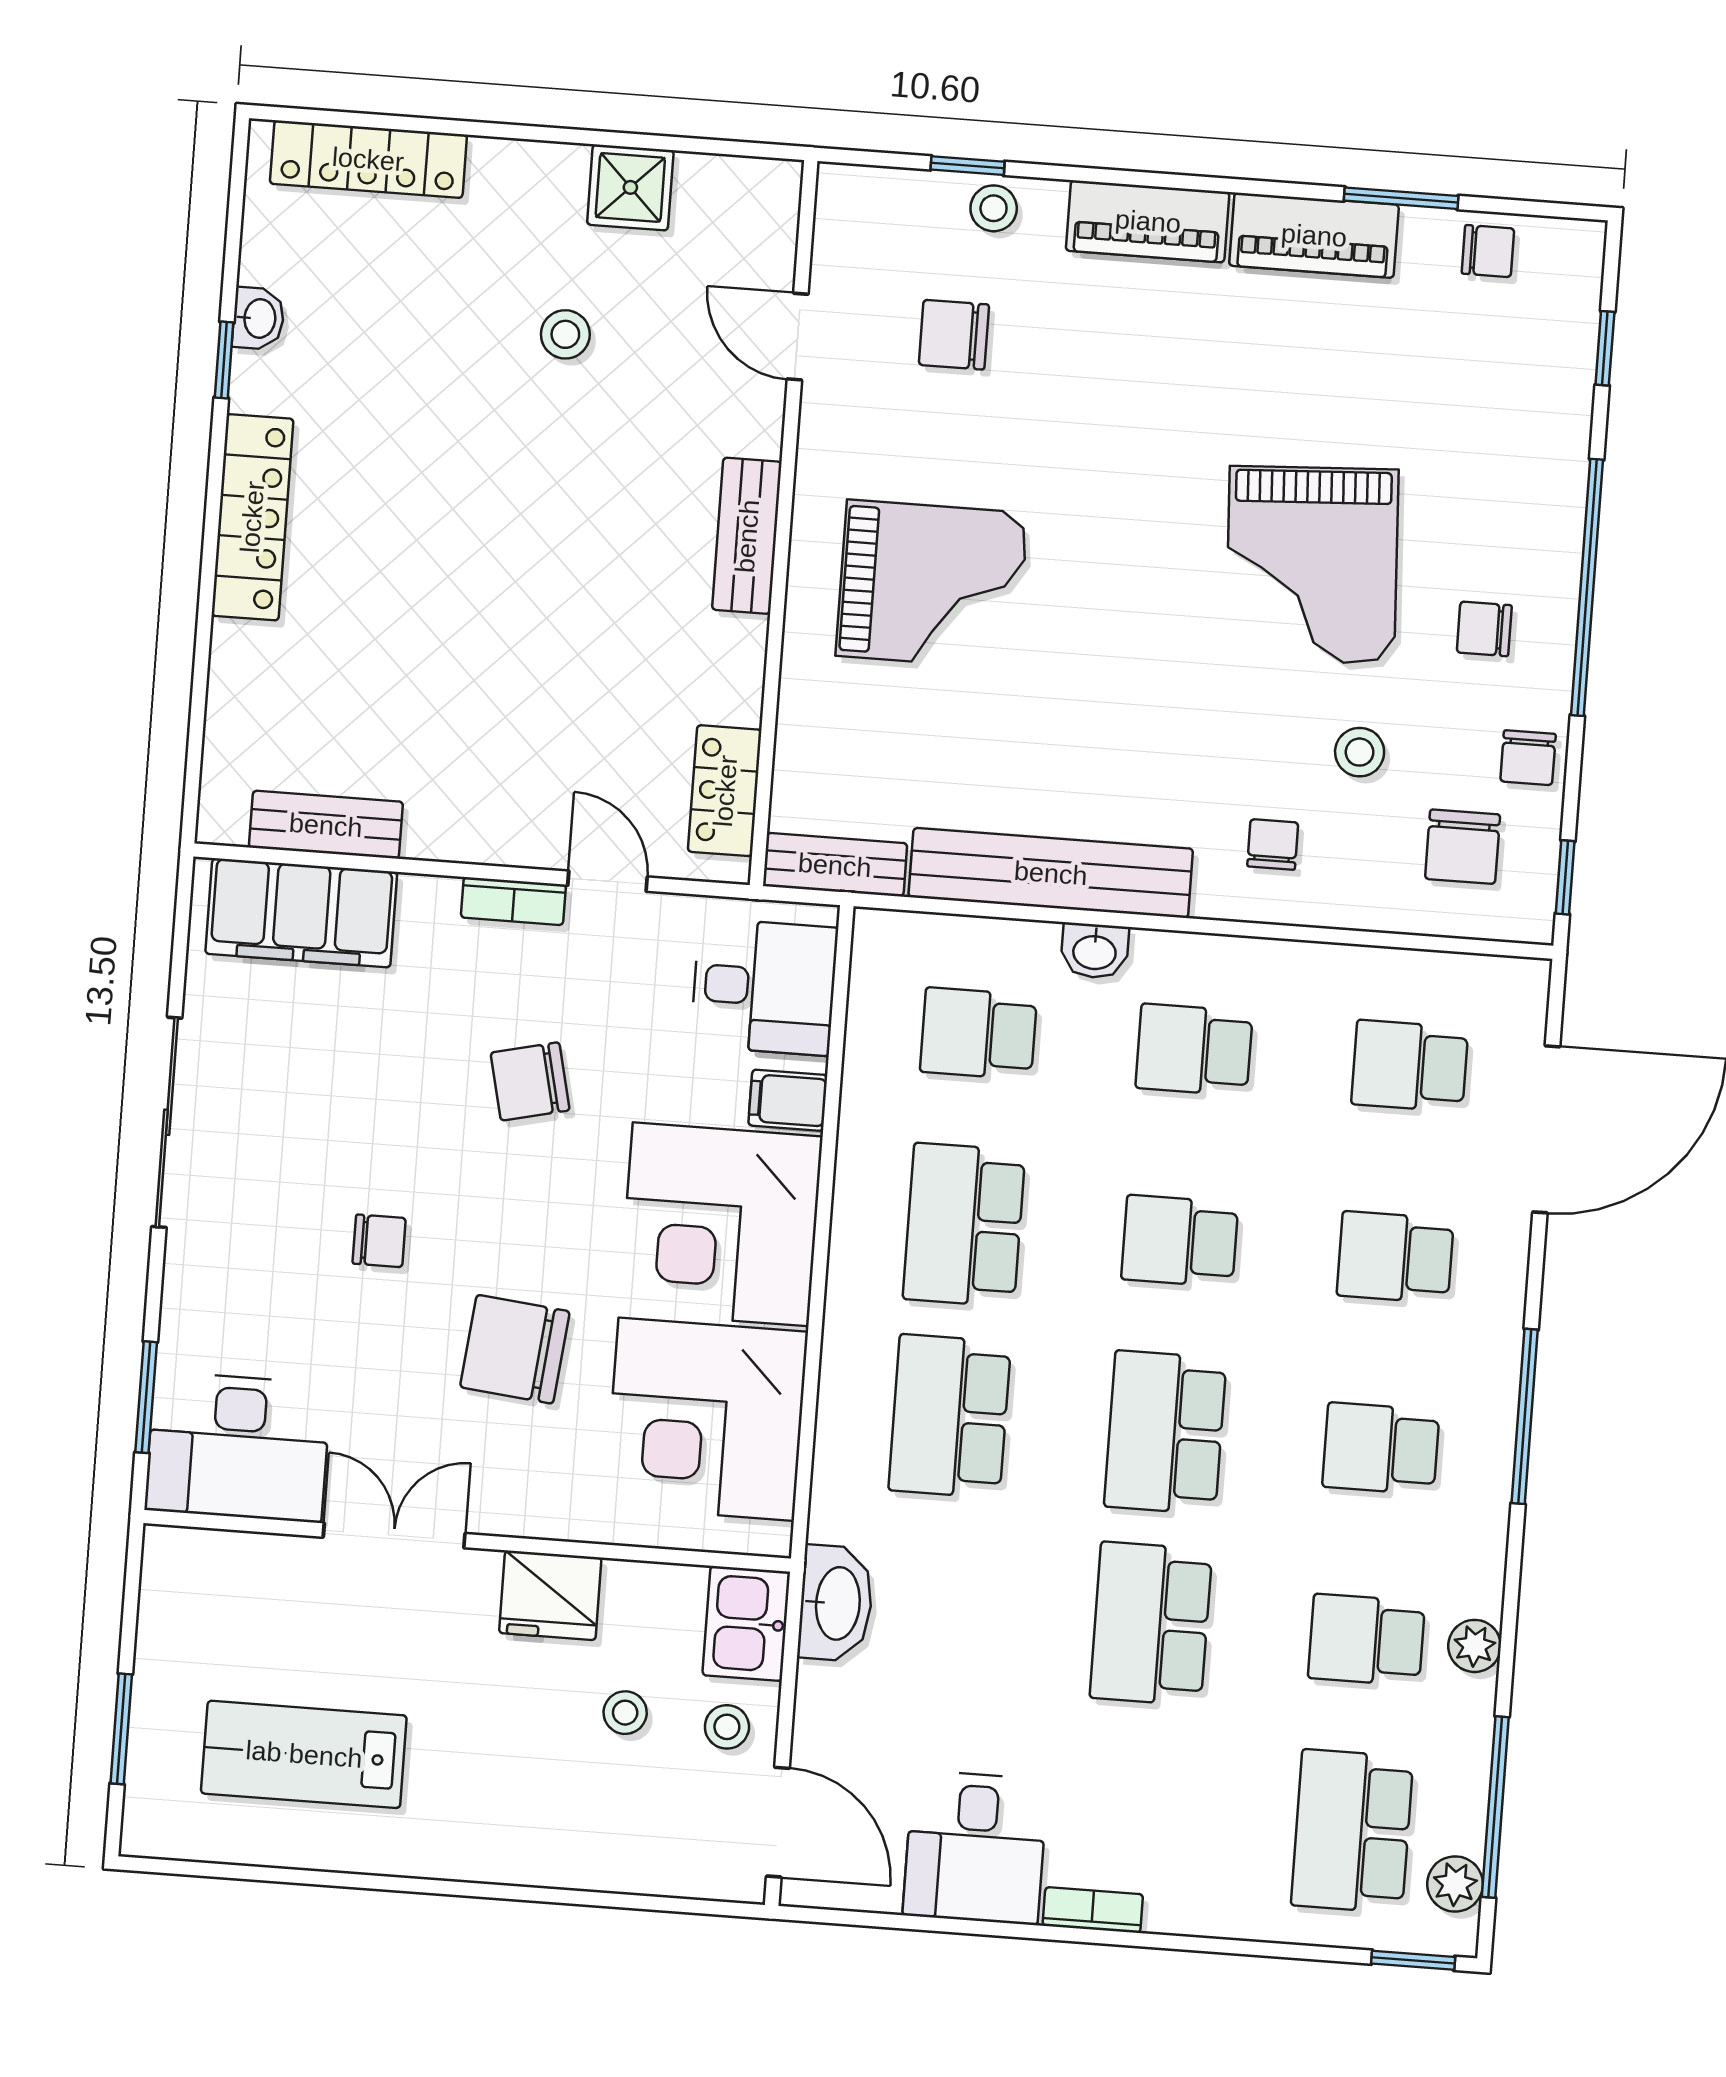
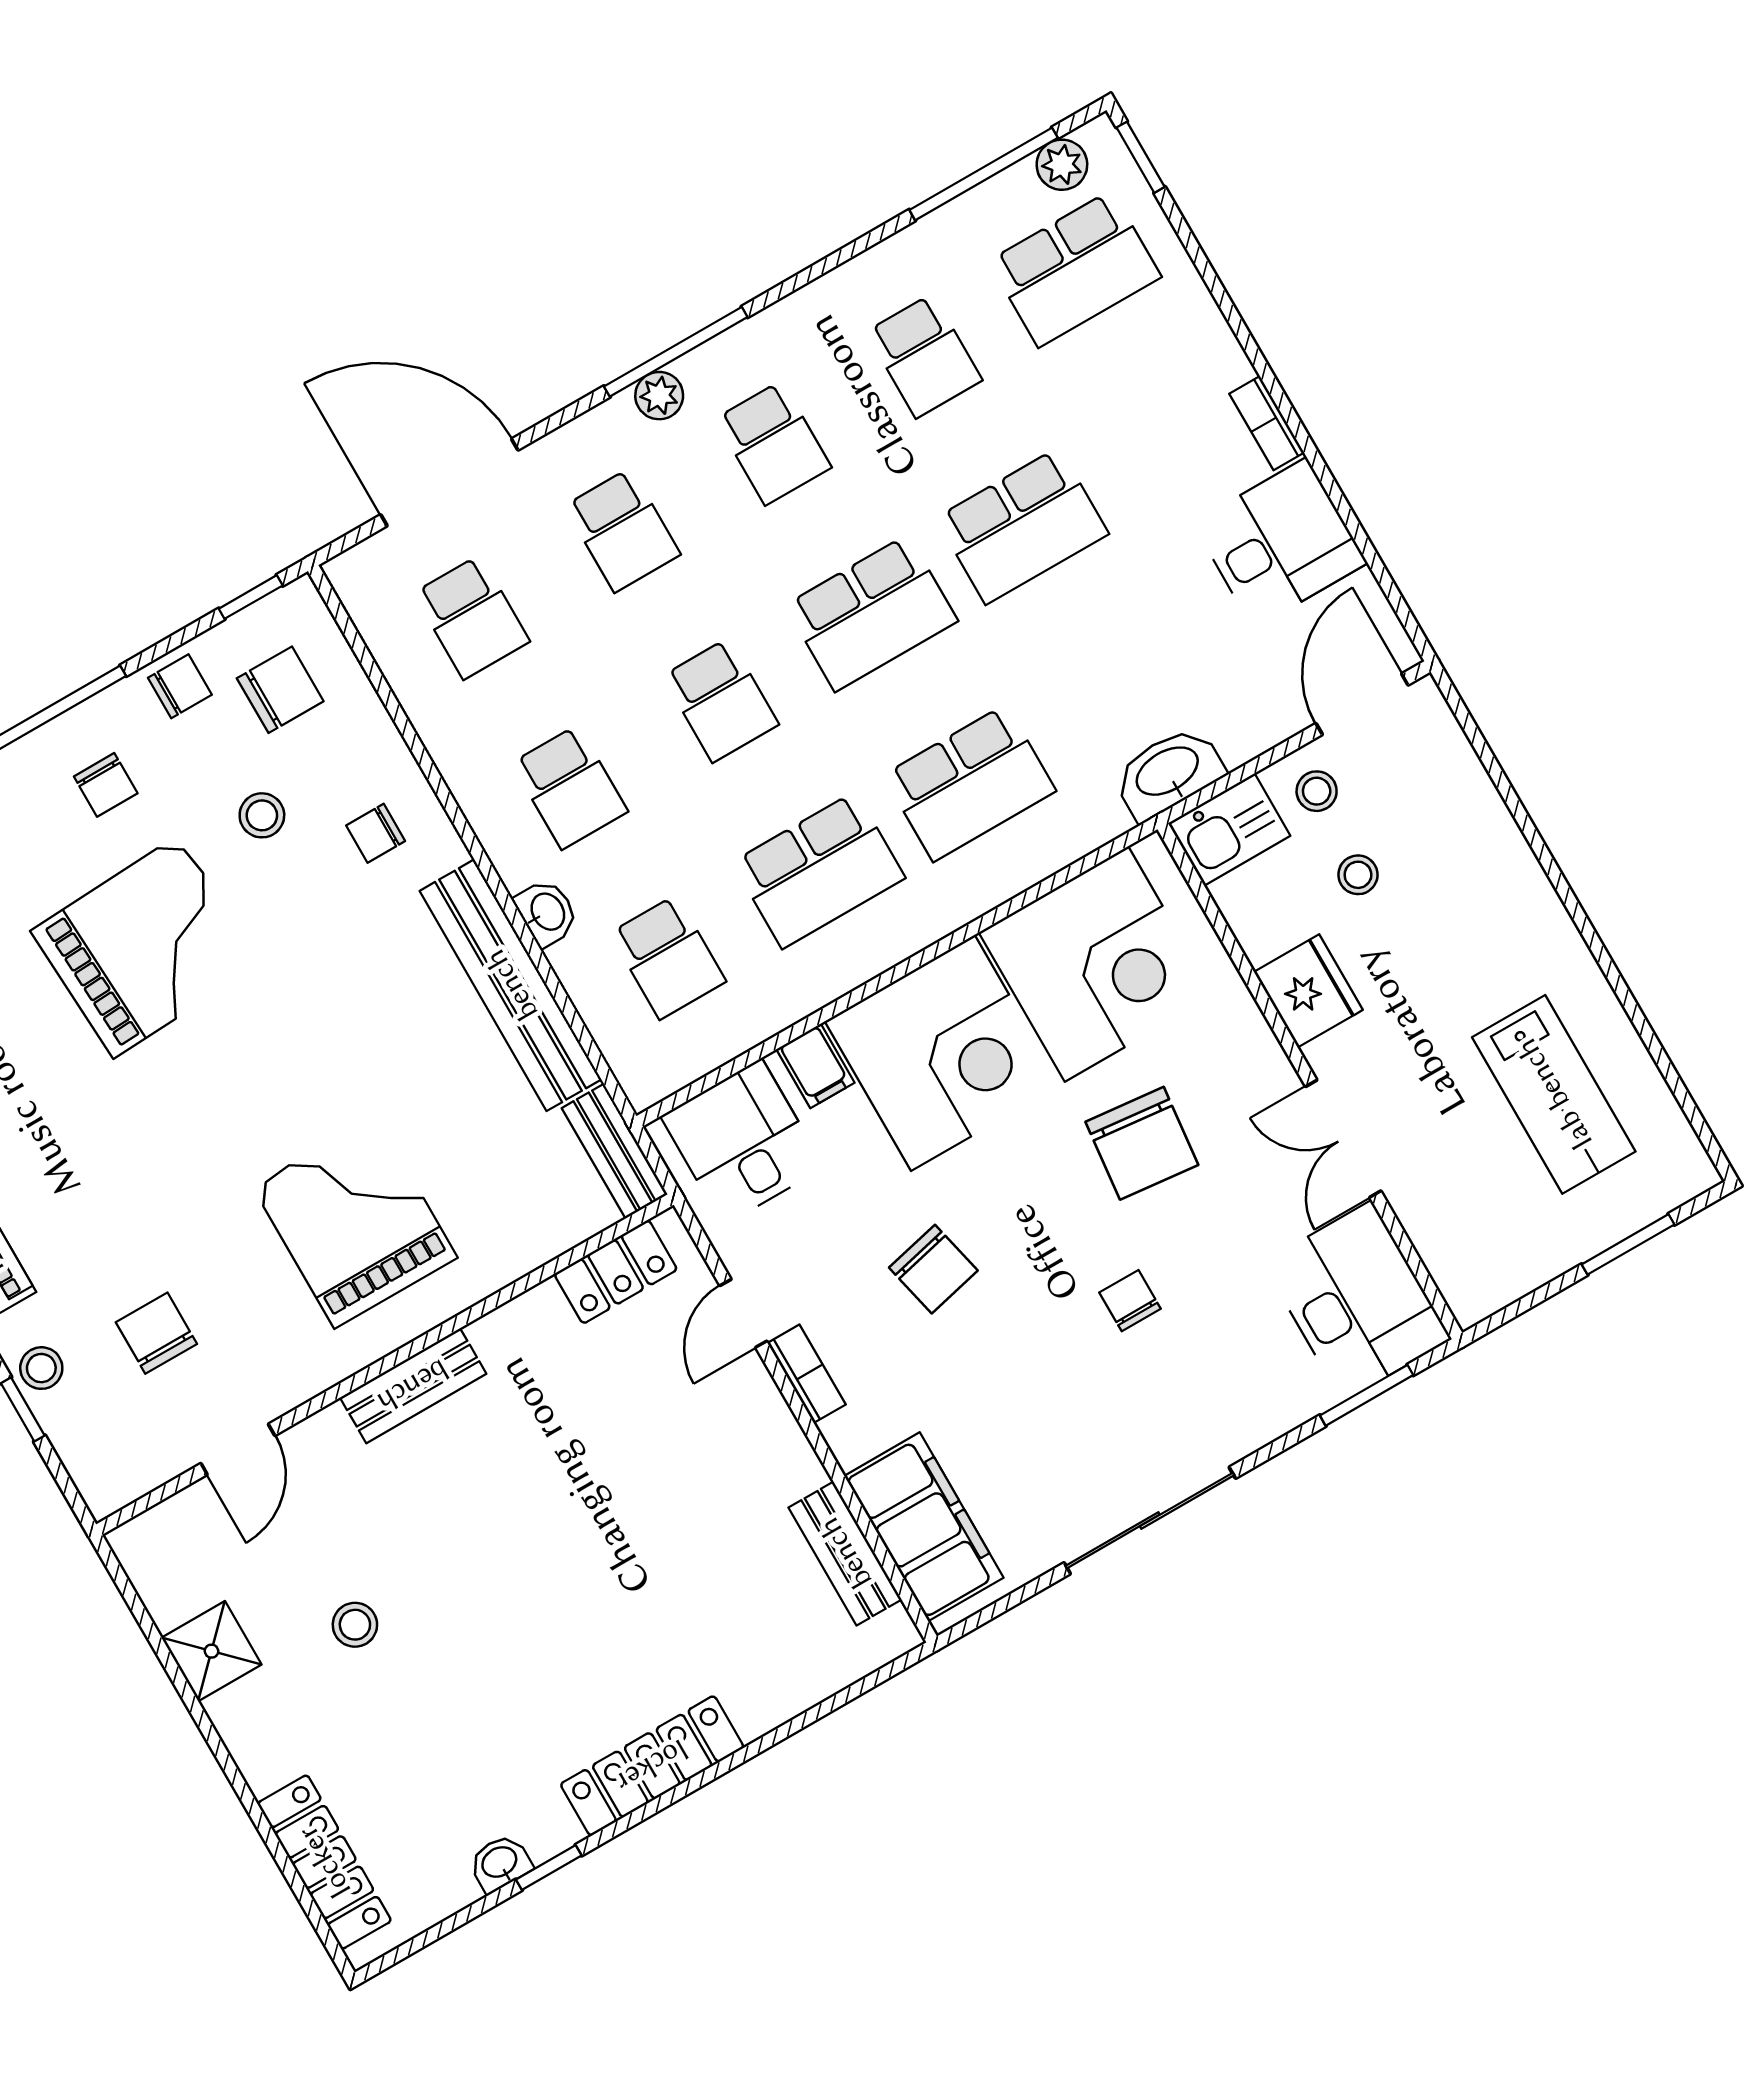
chair: (954, 335) -> (156, 1333), turned 180
plant: (1475, 1646) -> (659, 396), moved

